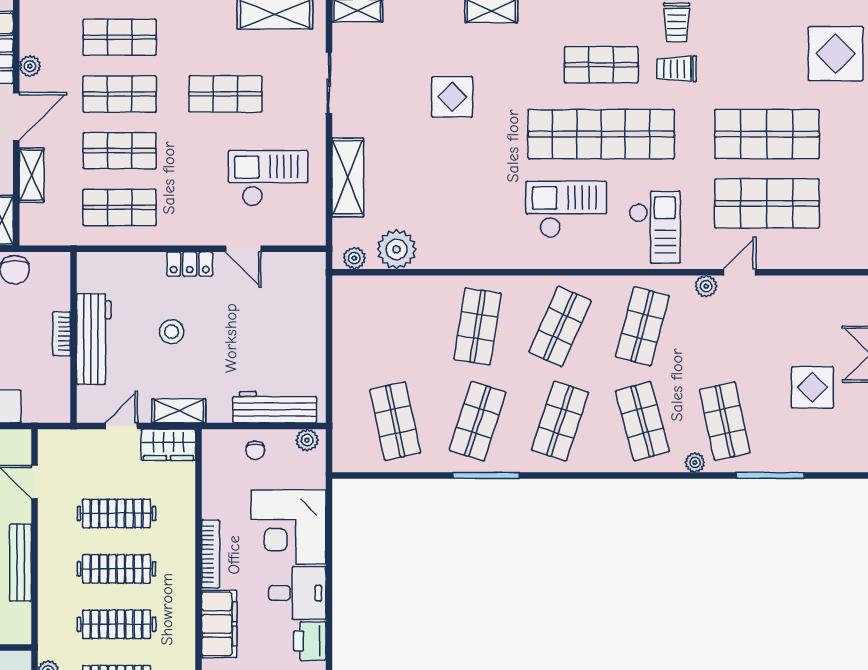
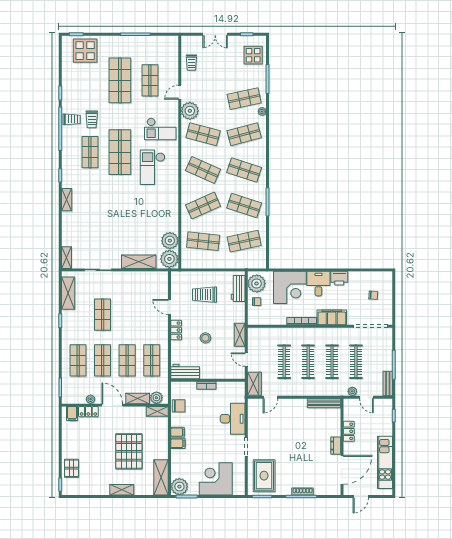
display table: (452, 97) -> (104, 217), removed
shop shelf: (601, 134) -> (120, 152), width x0.71
checkout: (268, 178) -> (139, 296), removed
shop shelf: (767, 203) -> (150, 80), width x0.70, depth x0.74
plant: (33, 219) -> (156, 398), added
checkout: (655, 227) -> (160, 129), turned 180
door: (243, 249) -> (170, 307), swing flipped
plant: (354, 258) -> (169, 259), width x1.88, depth x1.88
door: (740, 272) -> (180, 92), hinge flipped
plant: (706, 286) -> (190, 111), width x1.88, depth x1.88
trolley: (808, 299) -> (191, 63), added
shop shelf: (395, 326) -> (203, 241), added
shop shelf: (478, 326) -> (203, 206), turned -33
trolley: (272, 330) -> (204, 295), added
workbench: (94, 339) -> (185, 372), moved, width x0.73
display table: (812, 387) -> (253, 55), moved
workbench: (275, 407) -> (238, 288), width x0.73
plant: (307, 440) -> (257, 284), width x1.87, depth x1.87
wardrobe: (168, 445) -> (254, 384), moved
bench: (21, 563) -> (324, 403), moved

